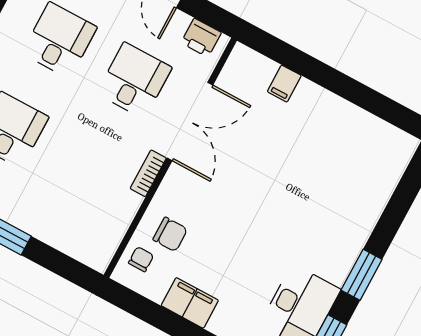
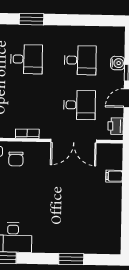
bookcase: (148, 173) -> (27, 134), moved
window: (362, 275) -> (71, 259), moved

